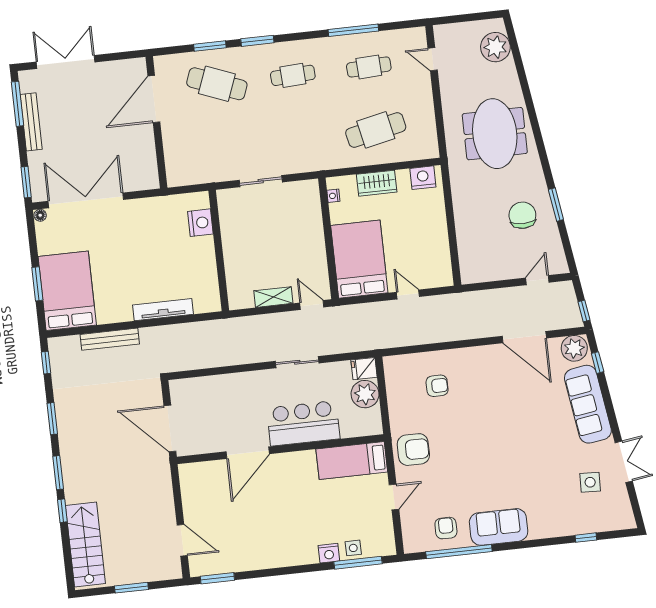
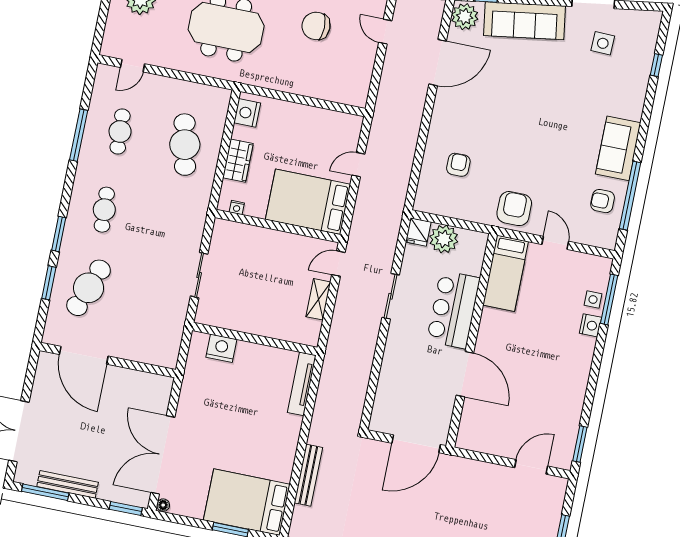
tv unit: (163, 310) -> (302, 384), moved

